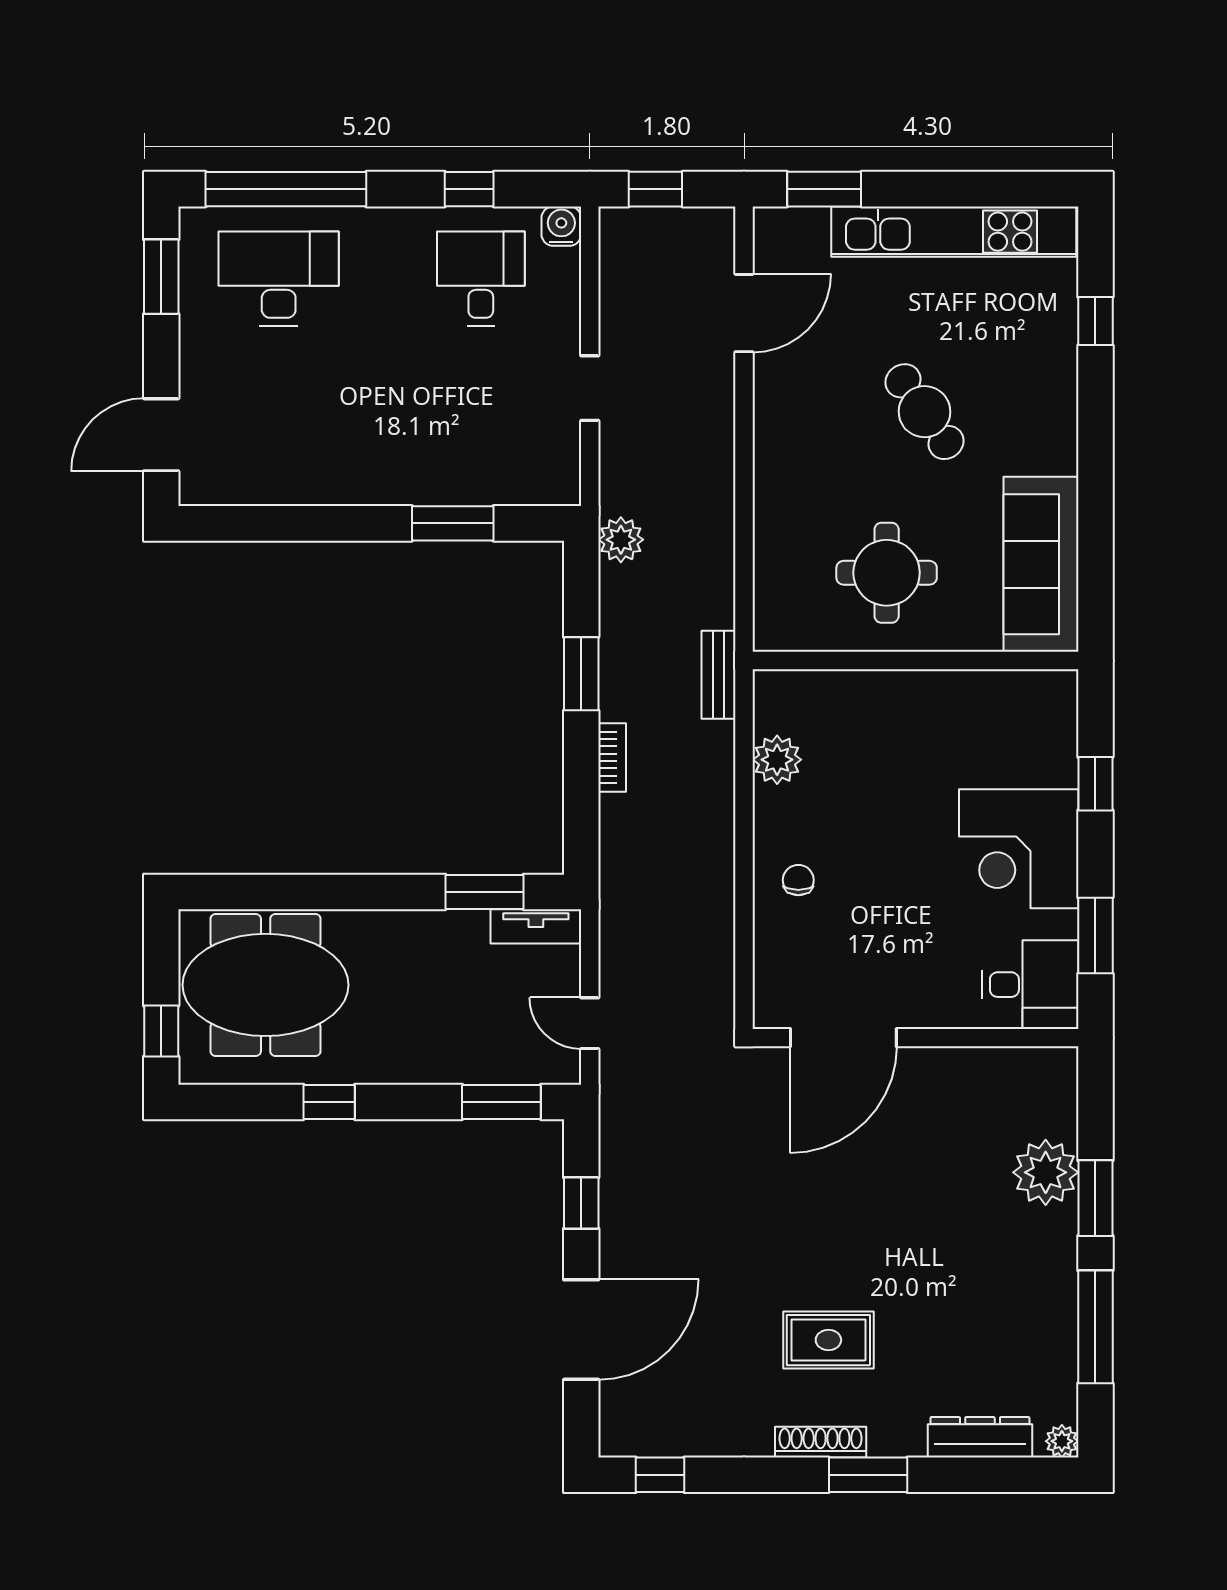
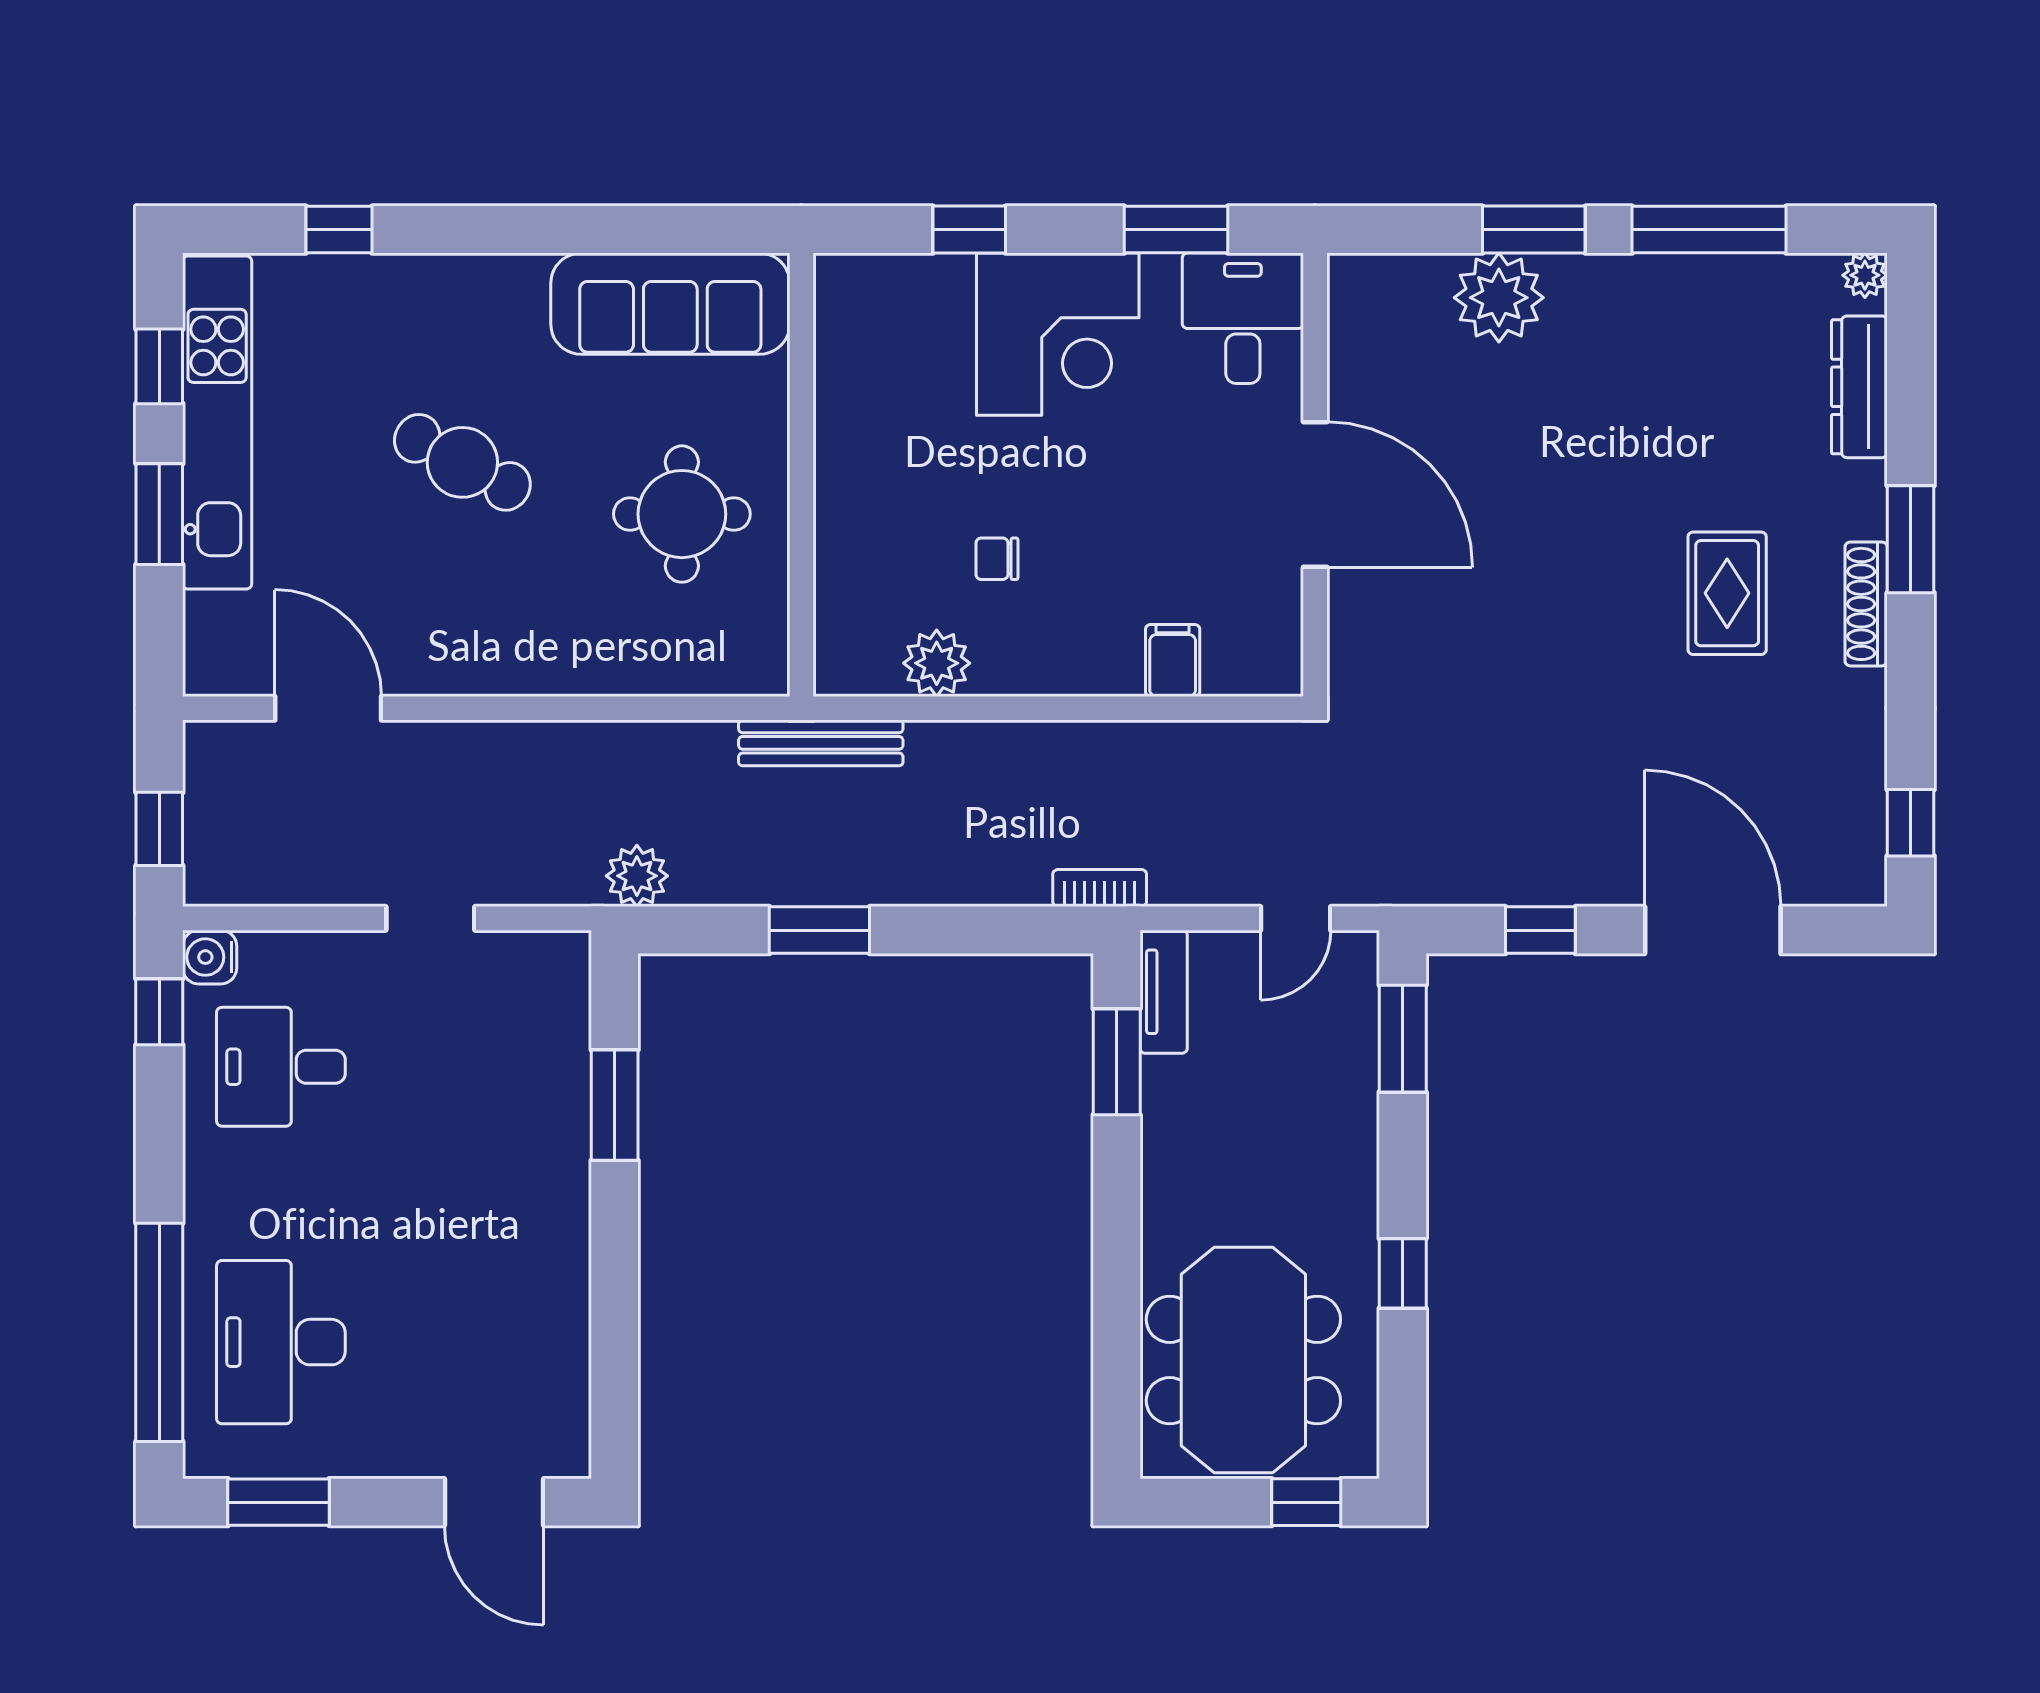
window: (469, 189) -> (159, 1012), moved
window: (824, 189) -> (159, 514), moved
window: (995, 189) -> (159, 366), added
cafe table: (924, 412) -> (462, 462), turned 63
bench: (719, 675) -> (821, 743), width x1.36
bookcase: (612, 757) -> (1100, 888), moved
chair: (798, 880) -> (997, 559), moved
filing cabinet: (779, 933) -> (1173, 660), added
door: (843, 1038) -> (1315, 494), moved

